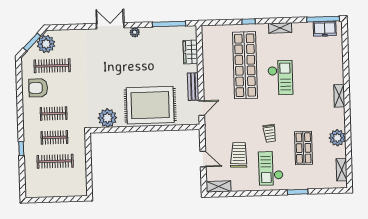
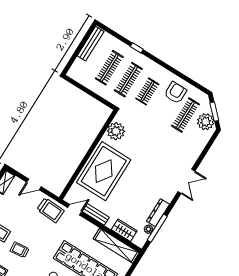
plant: (135, 32) -> (149, 229), moved
dresser: (155, 32) -> (158, 213), added
shelving: (209, 50) -> (116, 246), added
door: (201, 108) -> (75, 210), swing flipped
clothes rail: (54, 137) -> (128, 80), width x1.36
trolley: (239, 155) -> (50, 210), moved
bench: (45, 192) -> (91, 44), added

